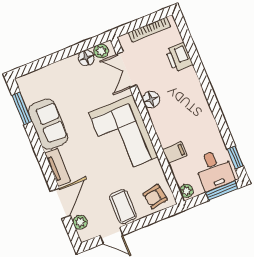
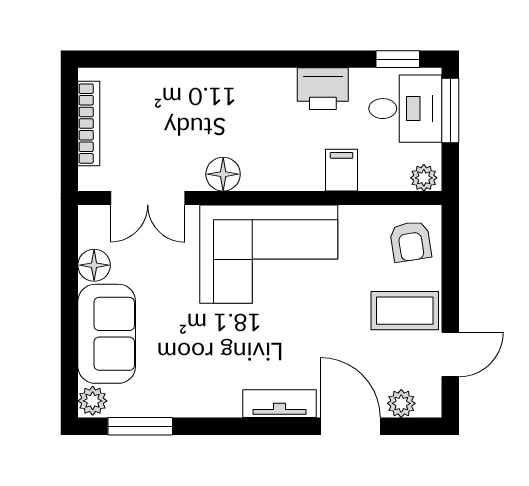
plant: (101, 51) -> (93, 401), moved
printer: (179, 57) -> (323, 89), moved
sofa: (48, 124) -> (107, 334), moved, turned 90

